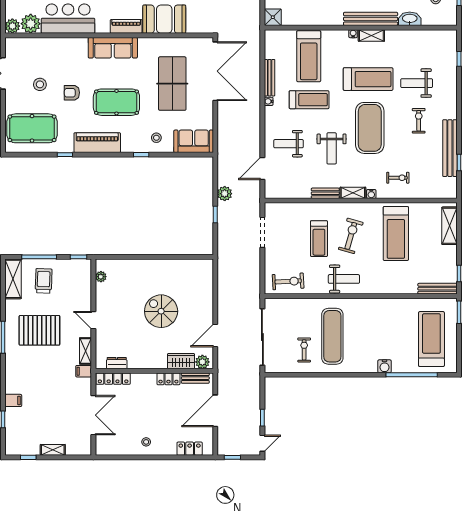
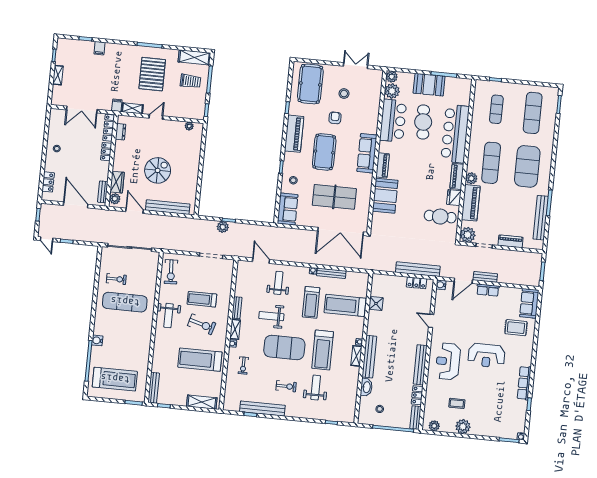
shower: (273, 17) -> (376, 303), moved
plant: (225, 194) -> (223, 227), moved
bench: (206, 294) -> (168, 207), added
locker: (168, 379) -> (106, 152), moved

